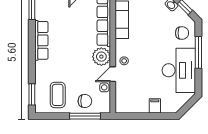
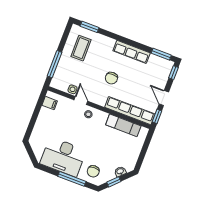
plant: (101, 57) -> (99, 97), removed
coffee table: (58, 95) -> (81, 48), turned 90
chair: (85, 101) -> (111, 78), moved
filing cabinet: (155, 106) -> (50, 103), moved

